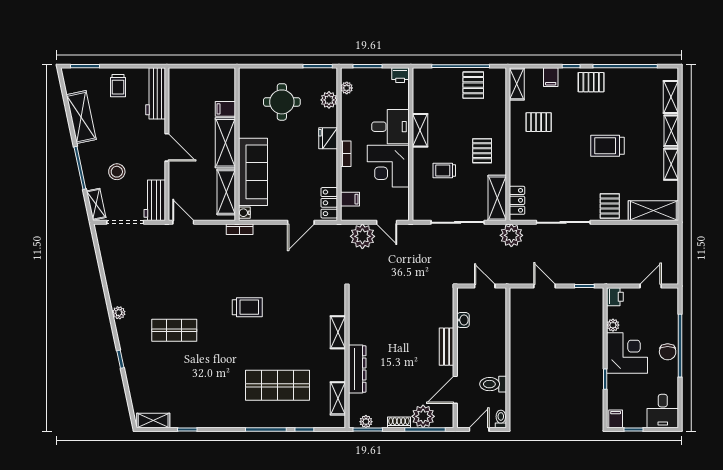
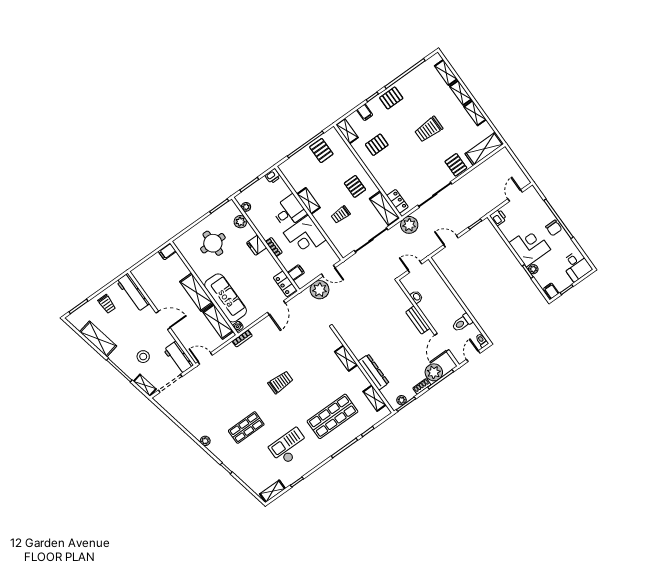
filing cabinet: (225, 109) -> (167, 251), moved
plant: (613, 325) -> (533, 269), moved
checkout: (206, 385) -> (289, 447), added

